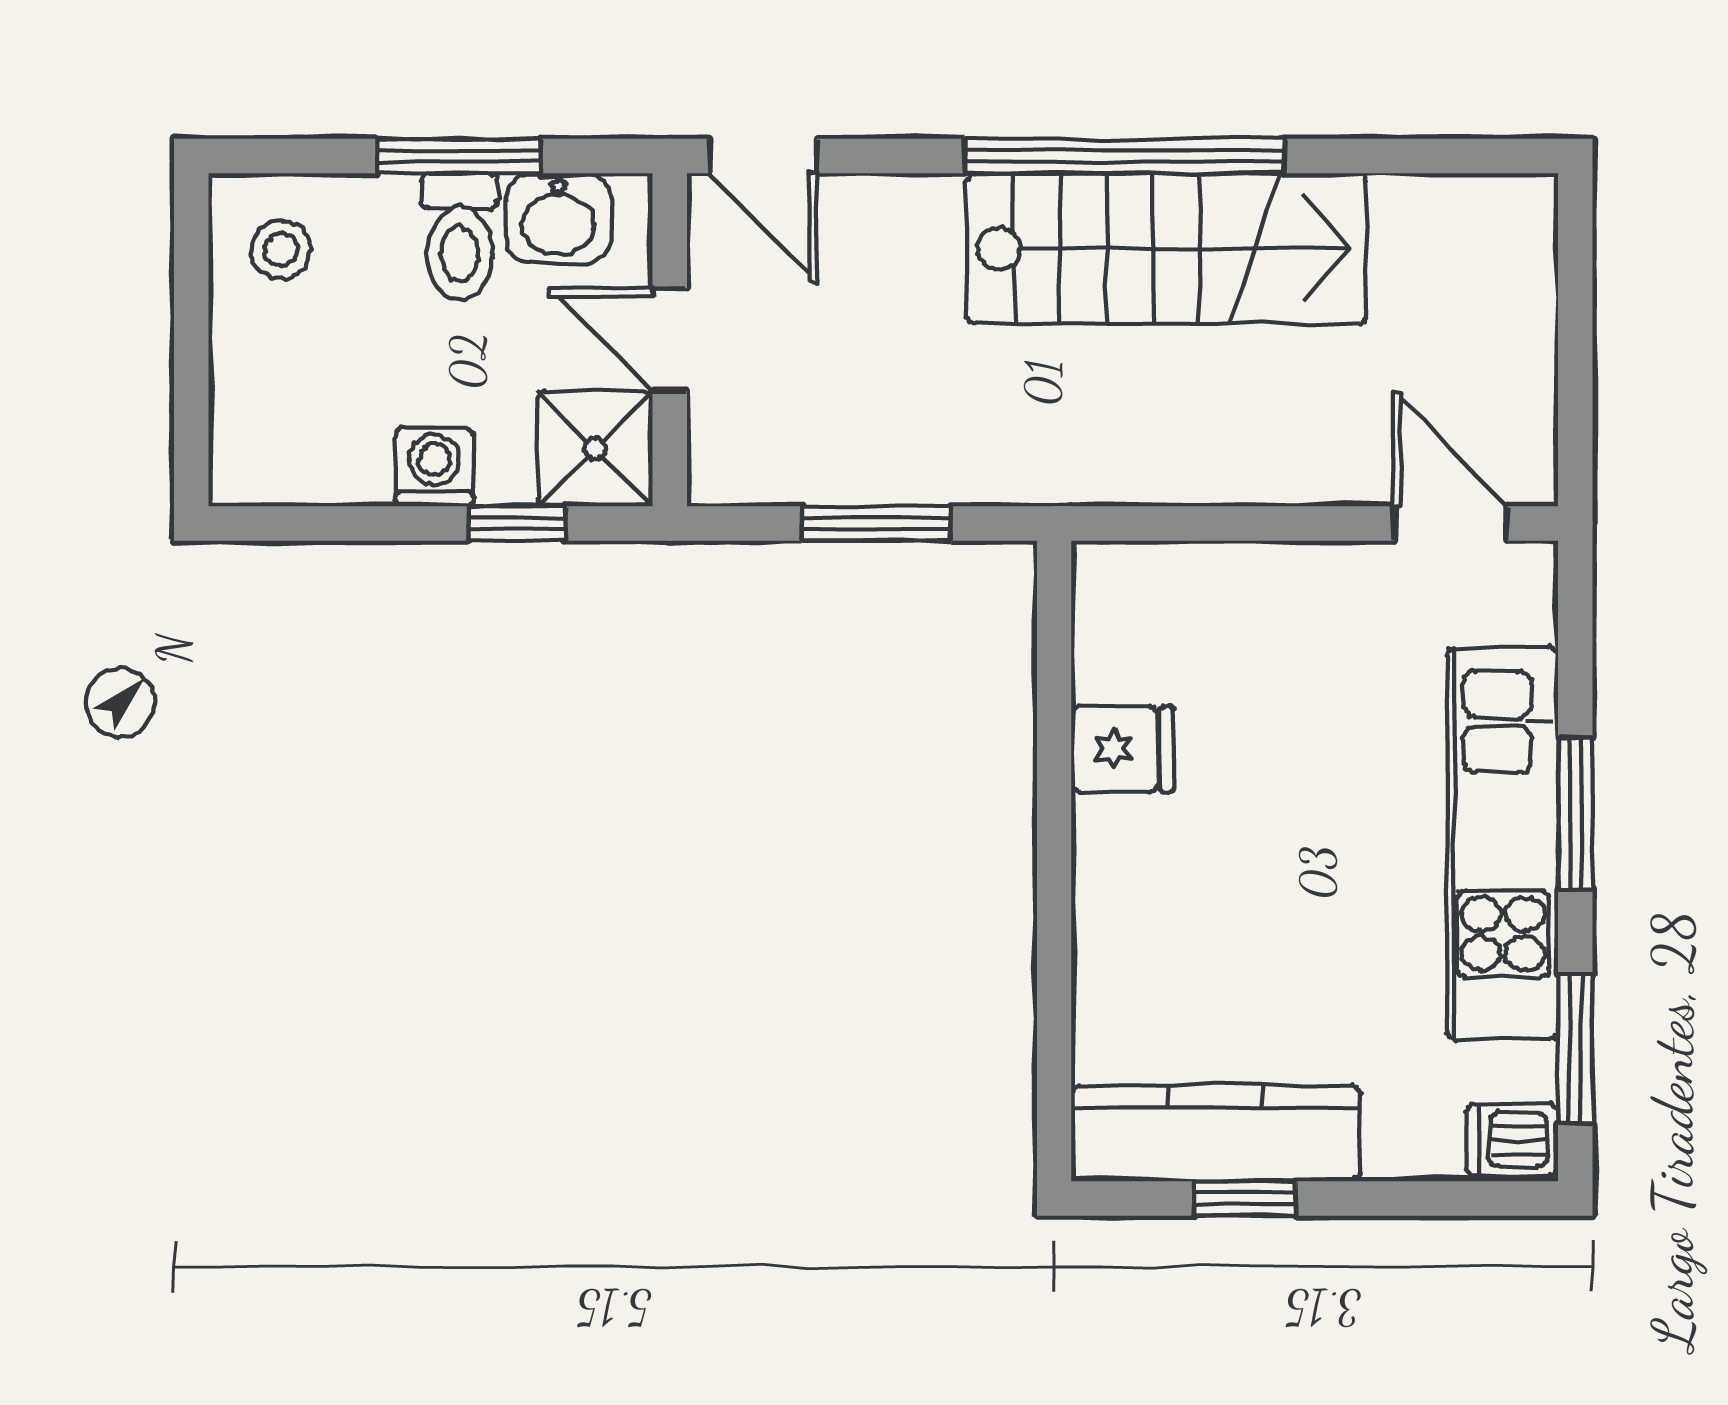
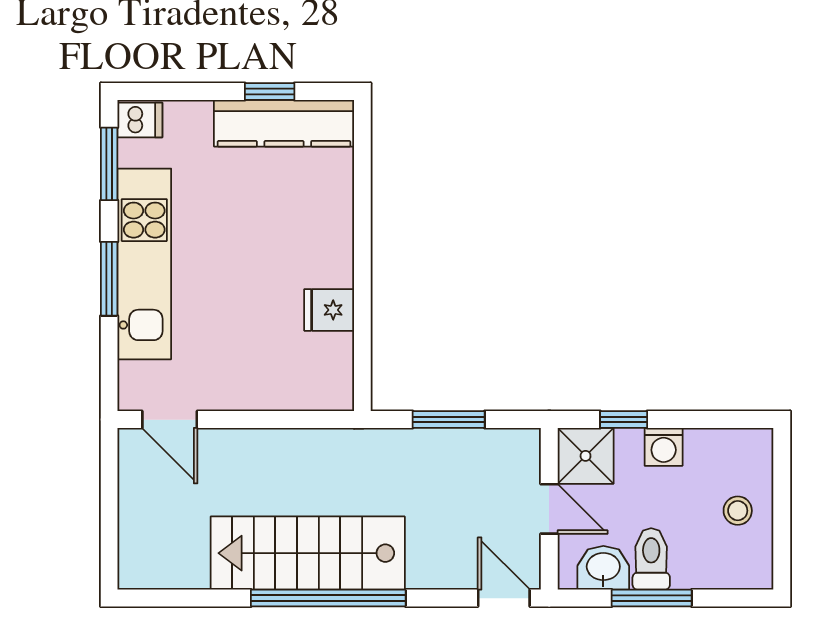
stool: (281, 250) -> (738, 511), moved

